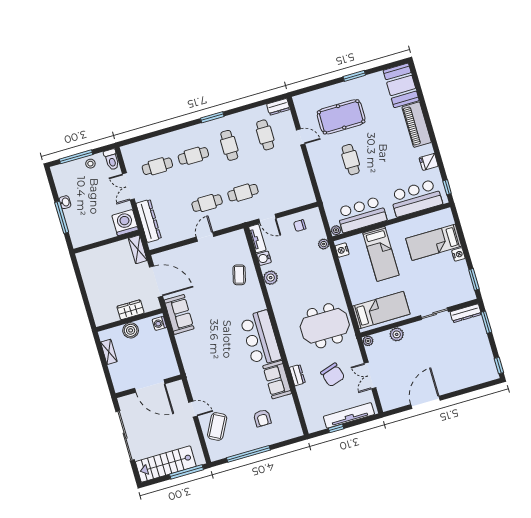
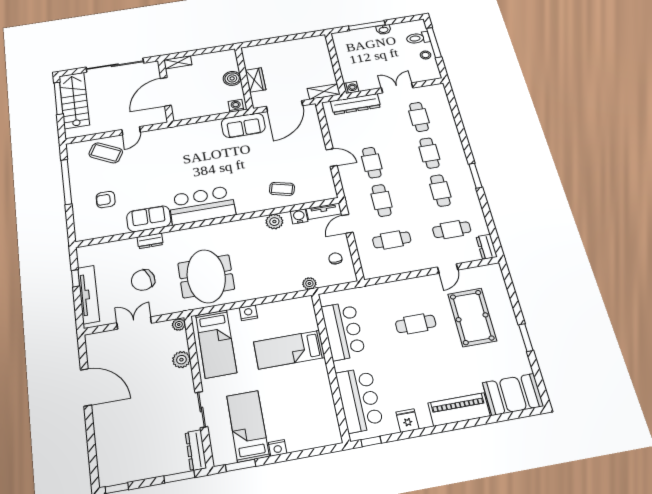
cafe table: (229, 145) -> (440, 191), turned 90
toilet: (112, 160) -> (418, 38), moved
cafe table: (279, 182) -> (392, 240), added
washing machine: (125, 223) -> (351, 87), width x0.53, depth x0.53
plant: (336, 230) -> (326, 299), removed
bed: (434, 242) -> (248, 426), moved
nightstand: (342, 250) -> (248, 313), moved
shelving: (109, 352) -> (178, 62), moved
window: (187, 472) -> (58, 98), moved

